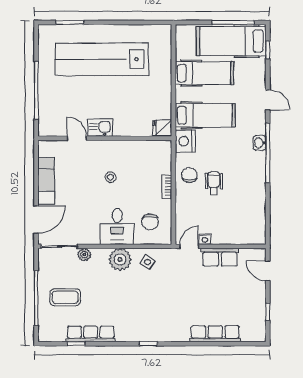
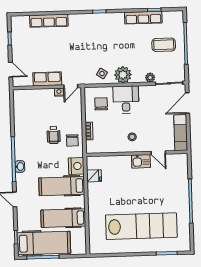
kitchen sink: (100, 128) -> (141, 161), moved
door: (77, 138) -> (158, 153), moved
wall: (105, 138) -> (137, 153), moved

